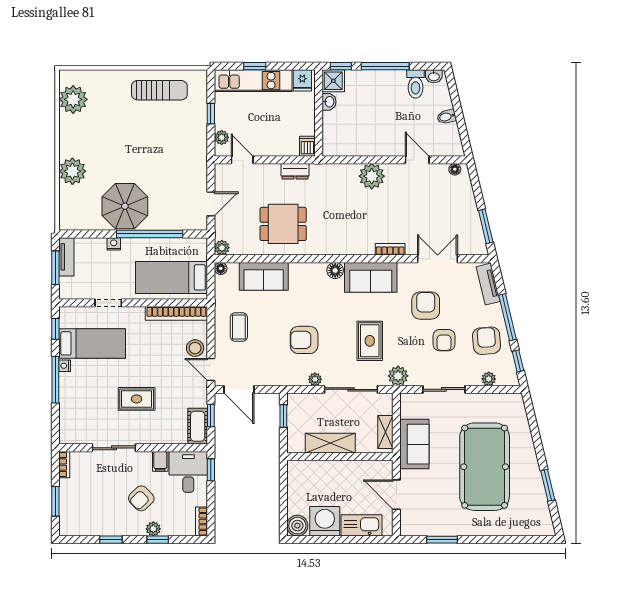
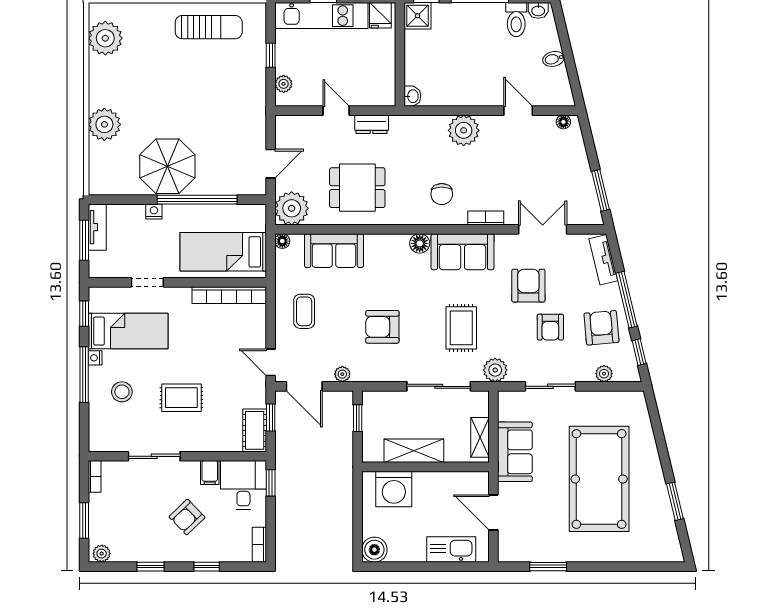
washbasin: (329, 102) -> (412, 96), moved
dishwasher: (307, 146) -> (386, 94), removed
door: (242, 160) -> (336, 111), moved
chair: (353, 229) -> (442, 194), added
plant: (222, 248) -> (292, 208), width x1.88, depth x1.88
stool: (195, 348) -> (122, 392), moved
plant: (315, 379) -> (342, 374), moved
washing machine: (325, 521) -> (394, 489), moved, turned 180
plant: (153, 529) -> (102, 554), moved

